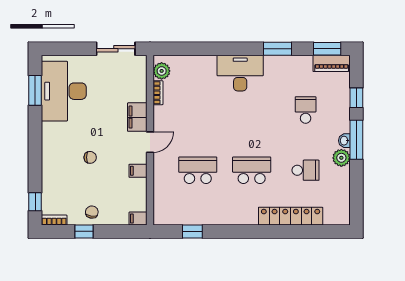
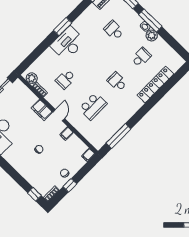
window: (277, 49) -> (63, 27), moved
school desk: (198, 110) -> (66, 79), added
school desk: (198, 170) -> (93, 106), turned 180
school desk: (252, 170) -> (117, 82), width x0.54
window: (192, 231) -> (118, 136), width x2.17

